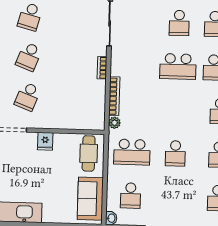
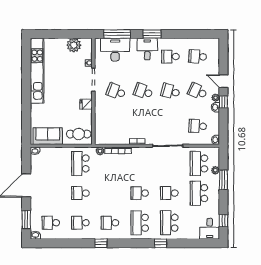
school desk: (178, 66) -> (140, 193), width x0.54
school desk: (131, 196) -> (51, 163), removed

